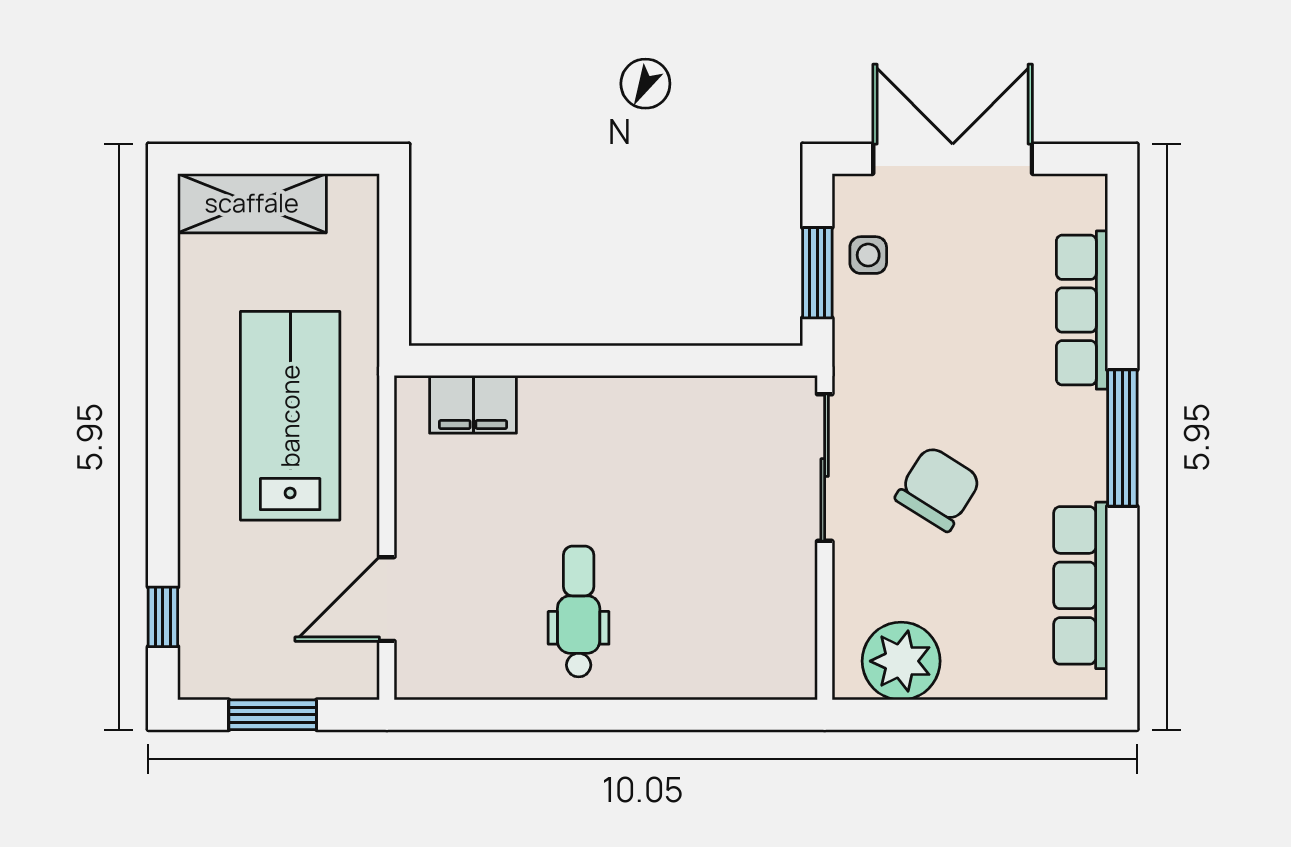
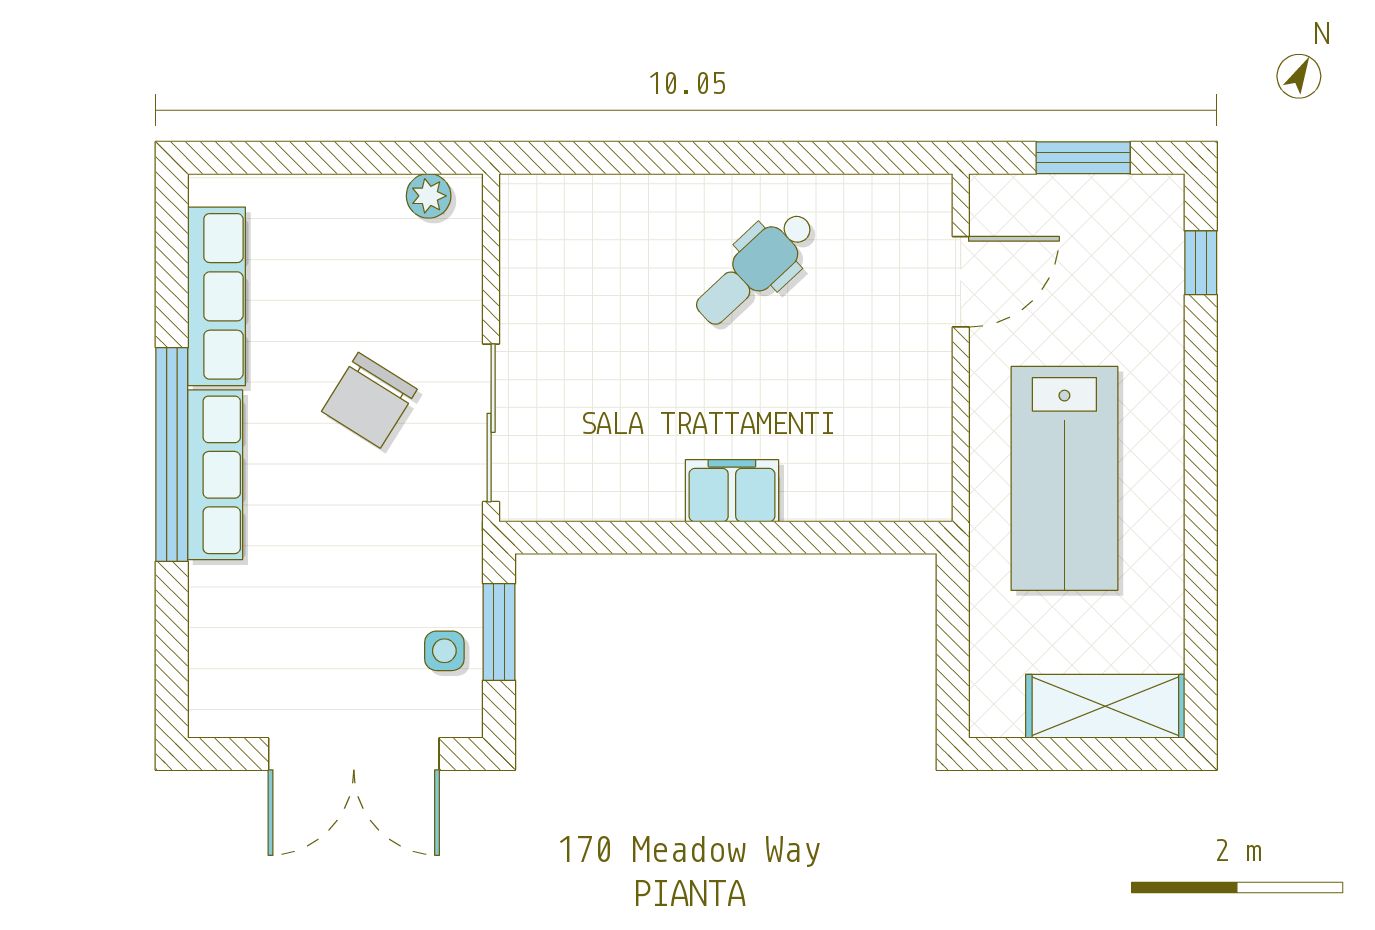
row of seats: (1082, 310) -> (215, 475), moved
filing cabinet: (473, 404) -> (732, 491), moved
window: (1122, 438) -> (172, 454), width x1.46
dental chair: (579, 611) -> (755, 268), turned 47
plant: (901, 661) -> (429, 196), width x0.53, depth x0.53

